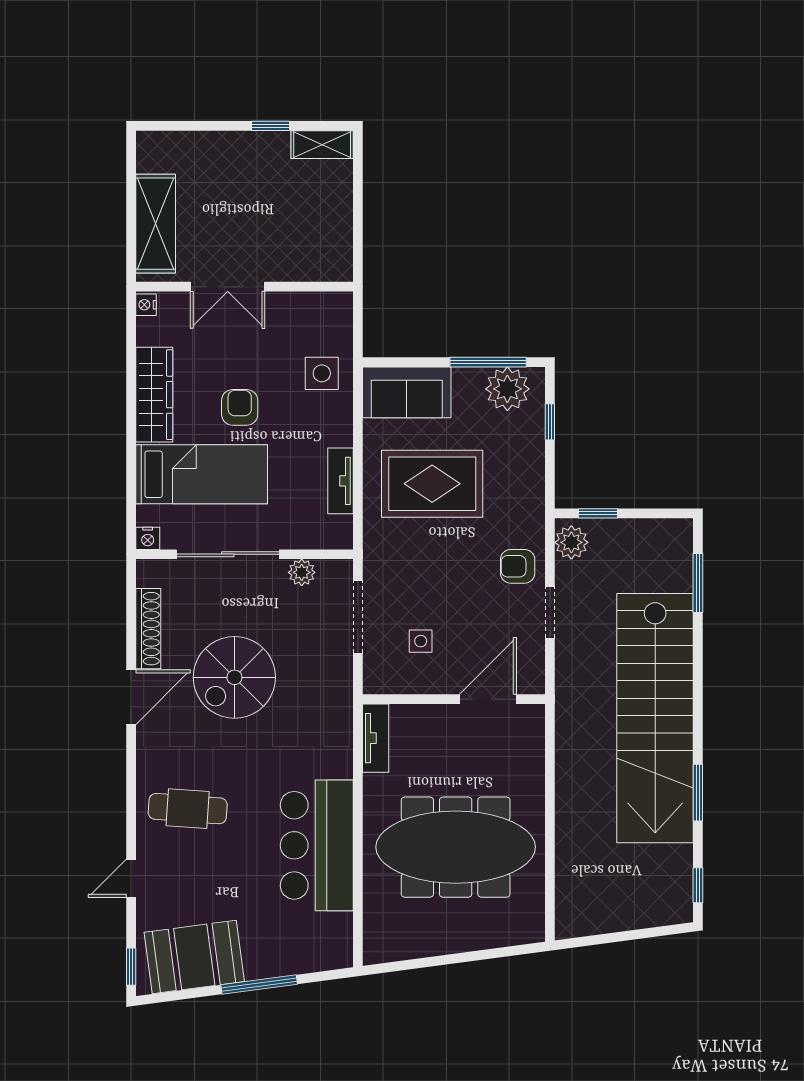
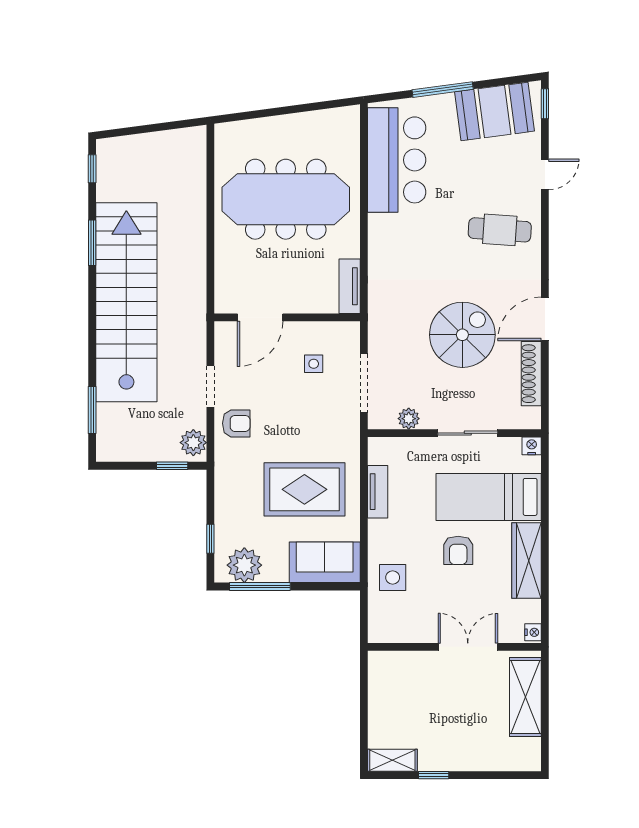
sliding door: (228, 554) -> (468, 433), width x0.73
bar counter: (317, 845) -> (397, 160), moved

